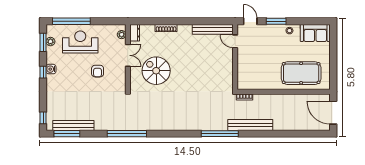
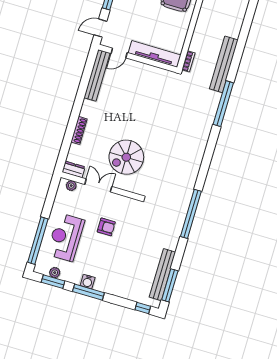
tv unit: (243, 69) -> (155, 54), added
window: (43, 72) -> (88, 292), width x2.17

